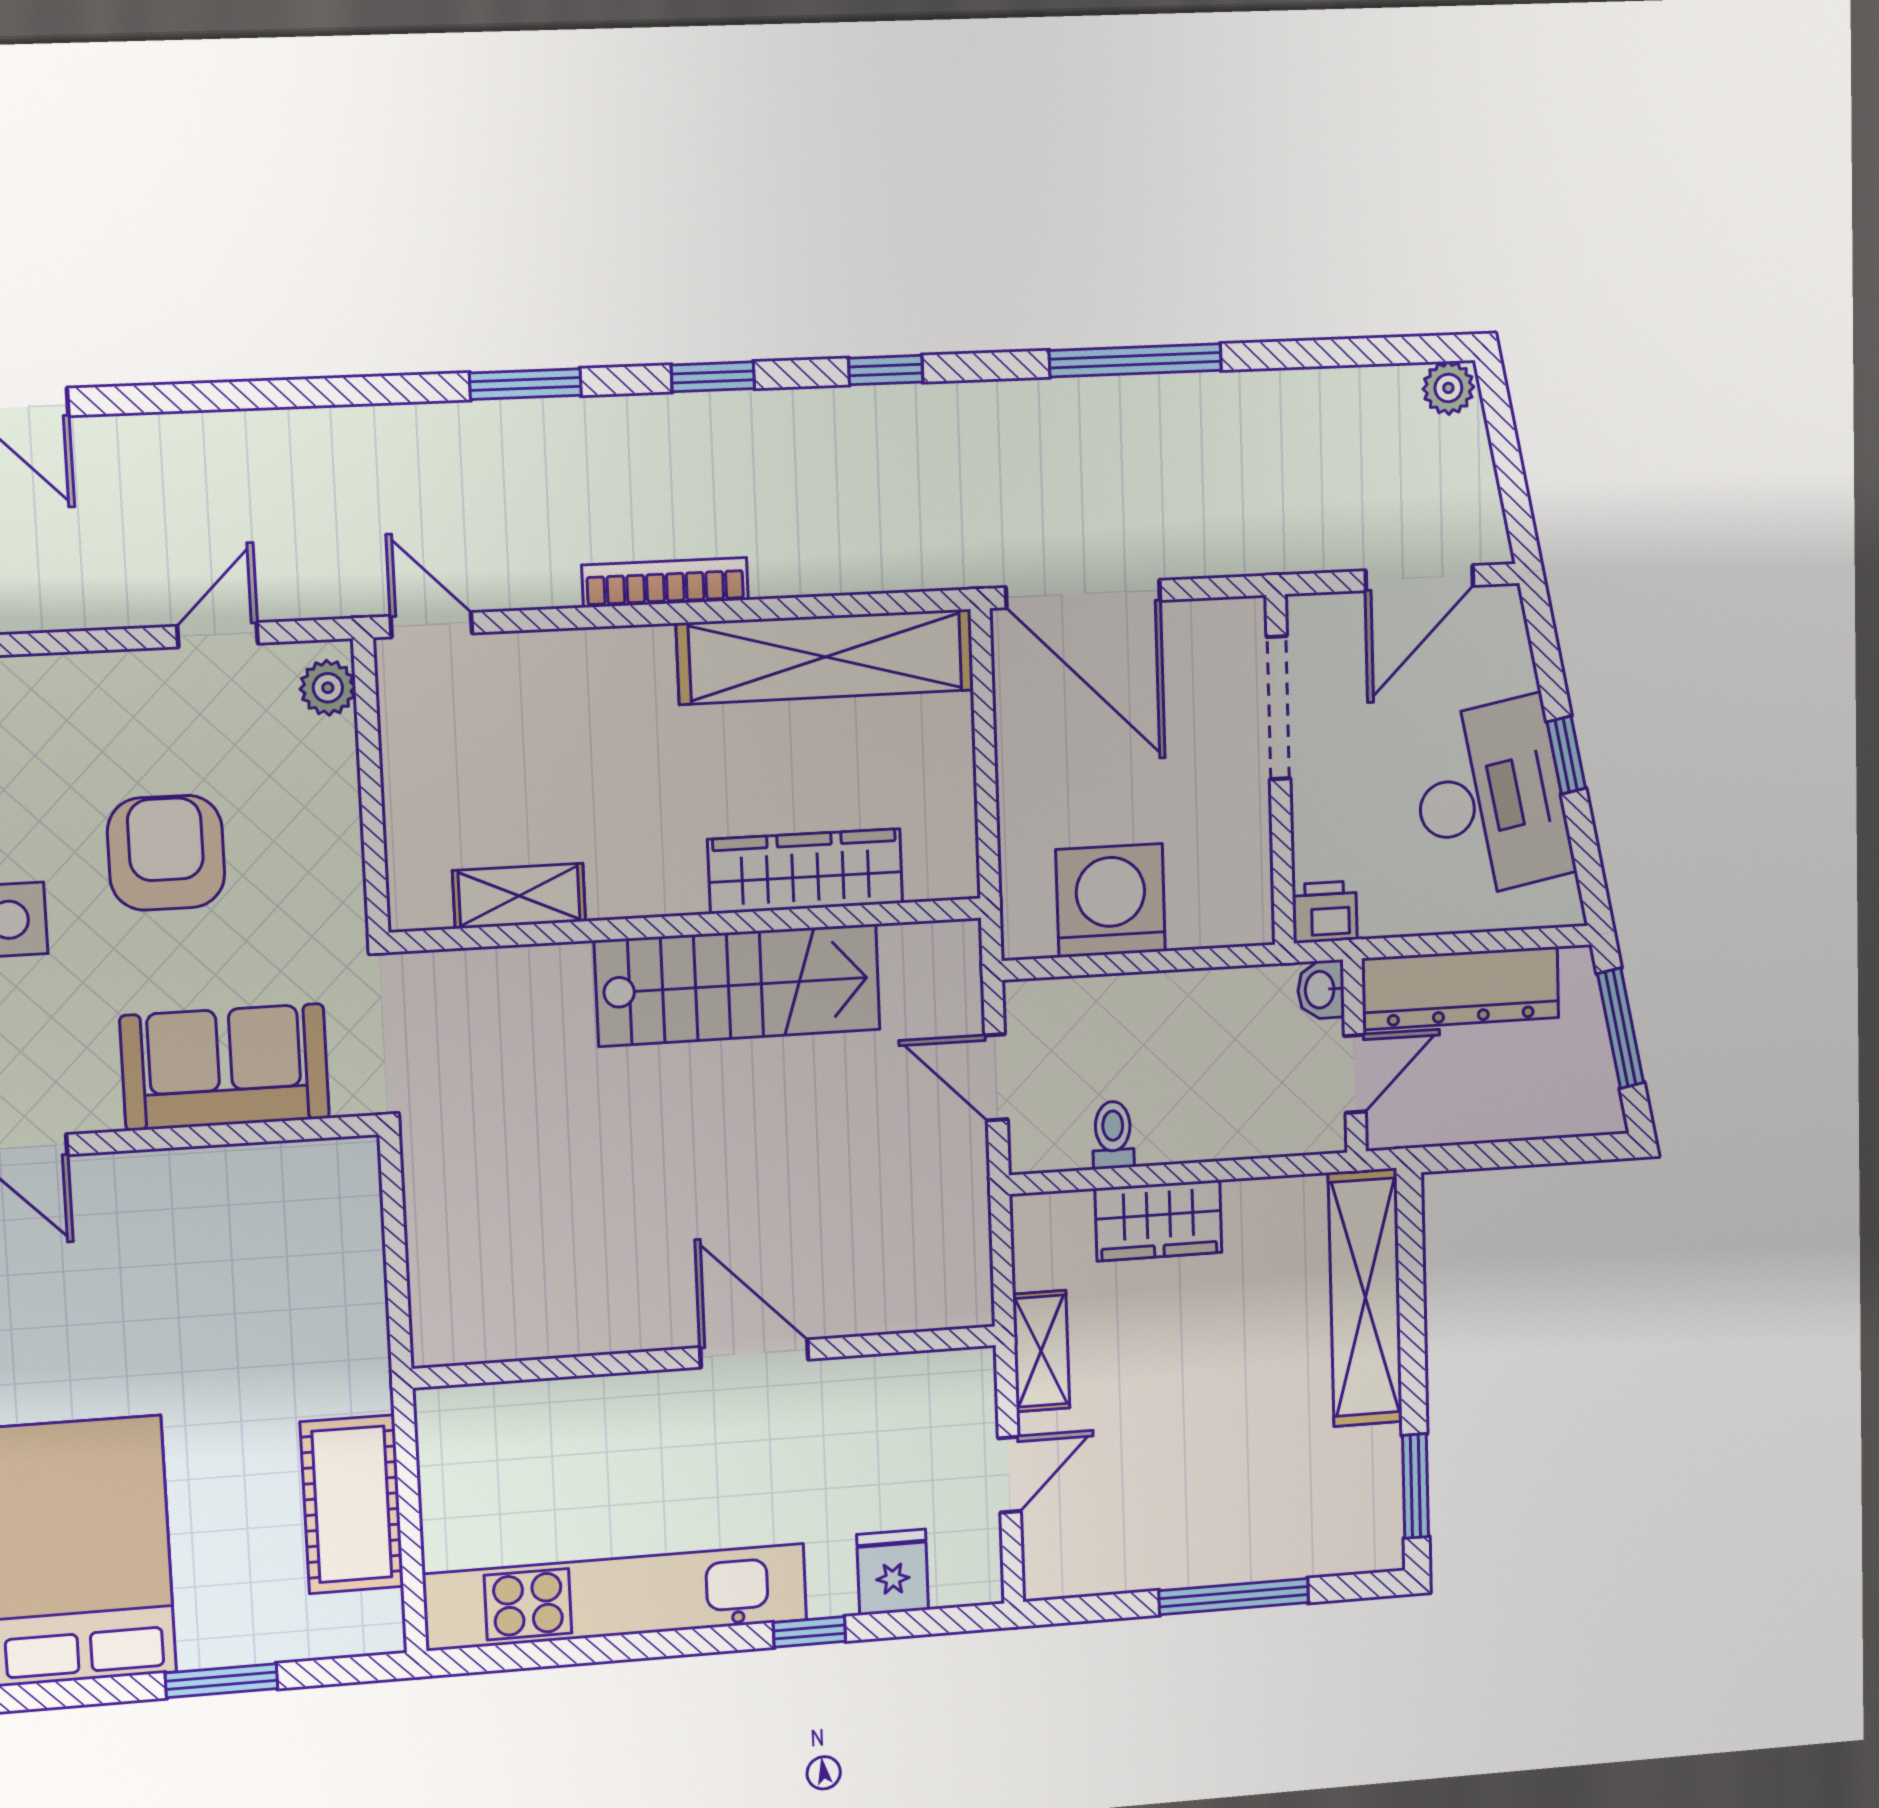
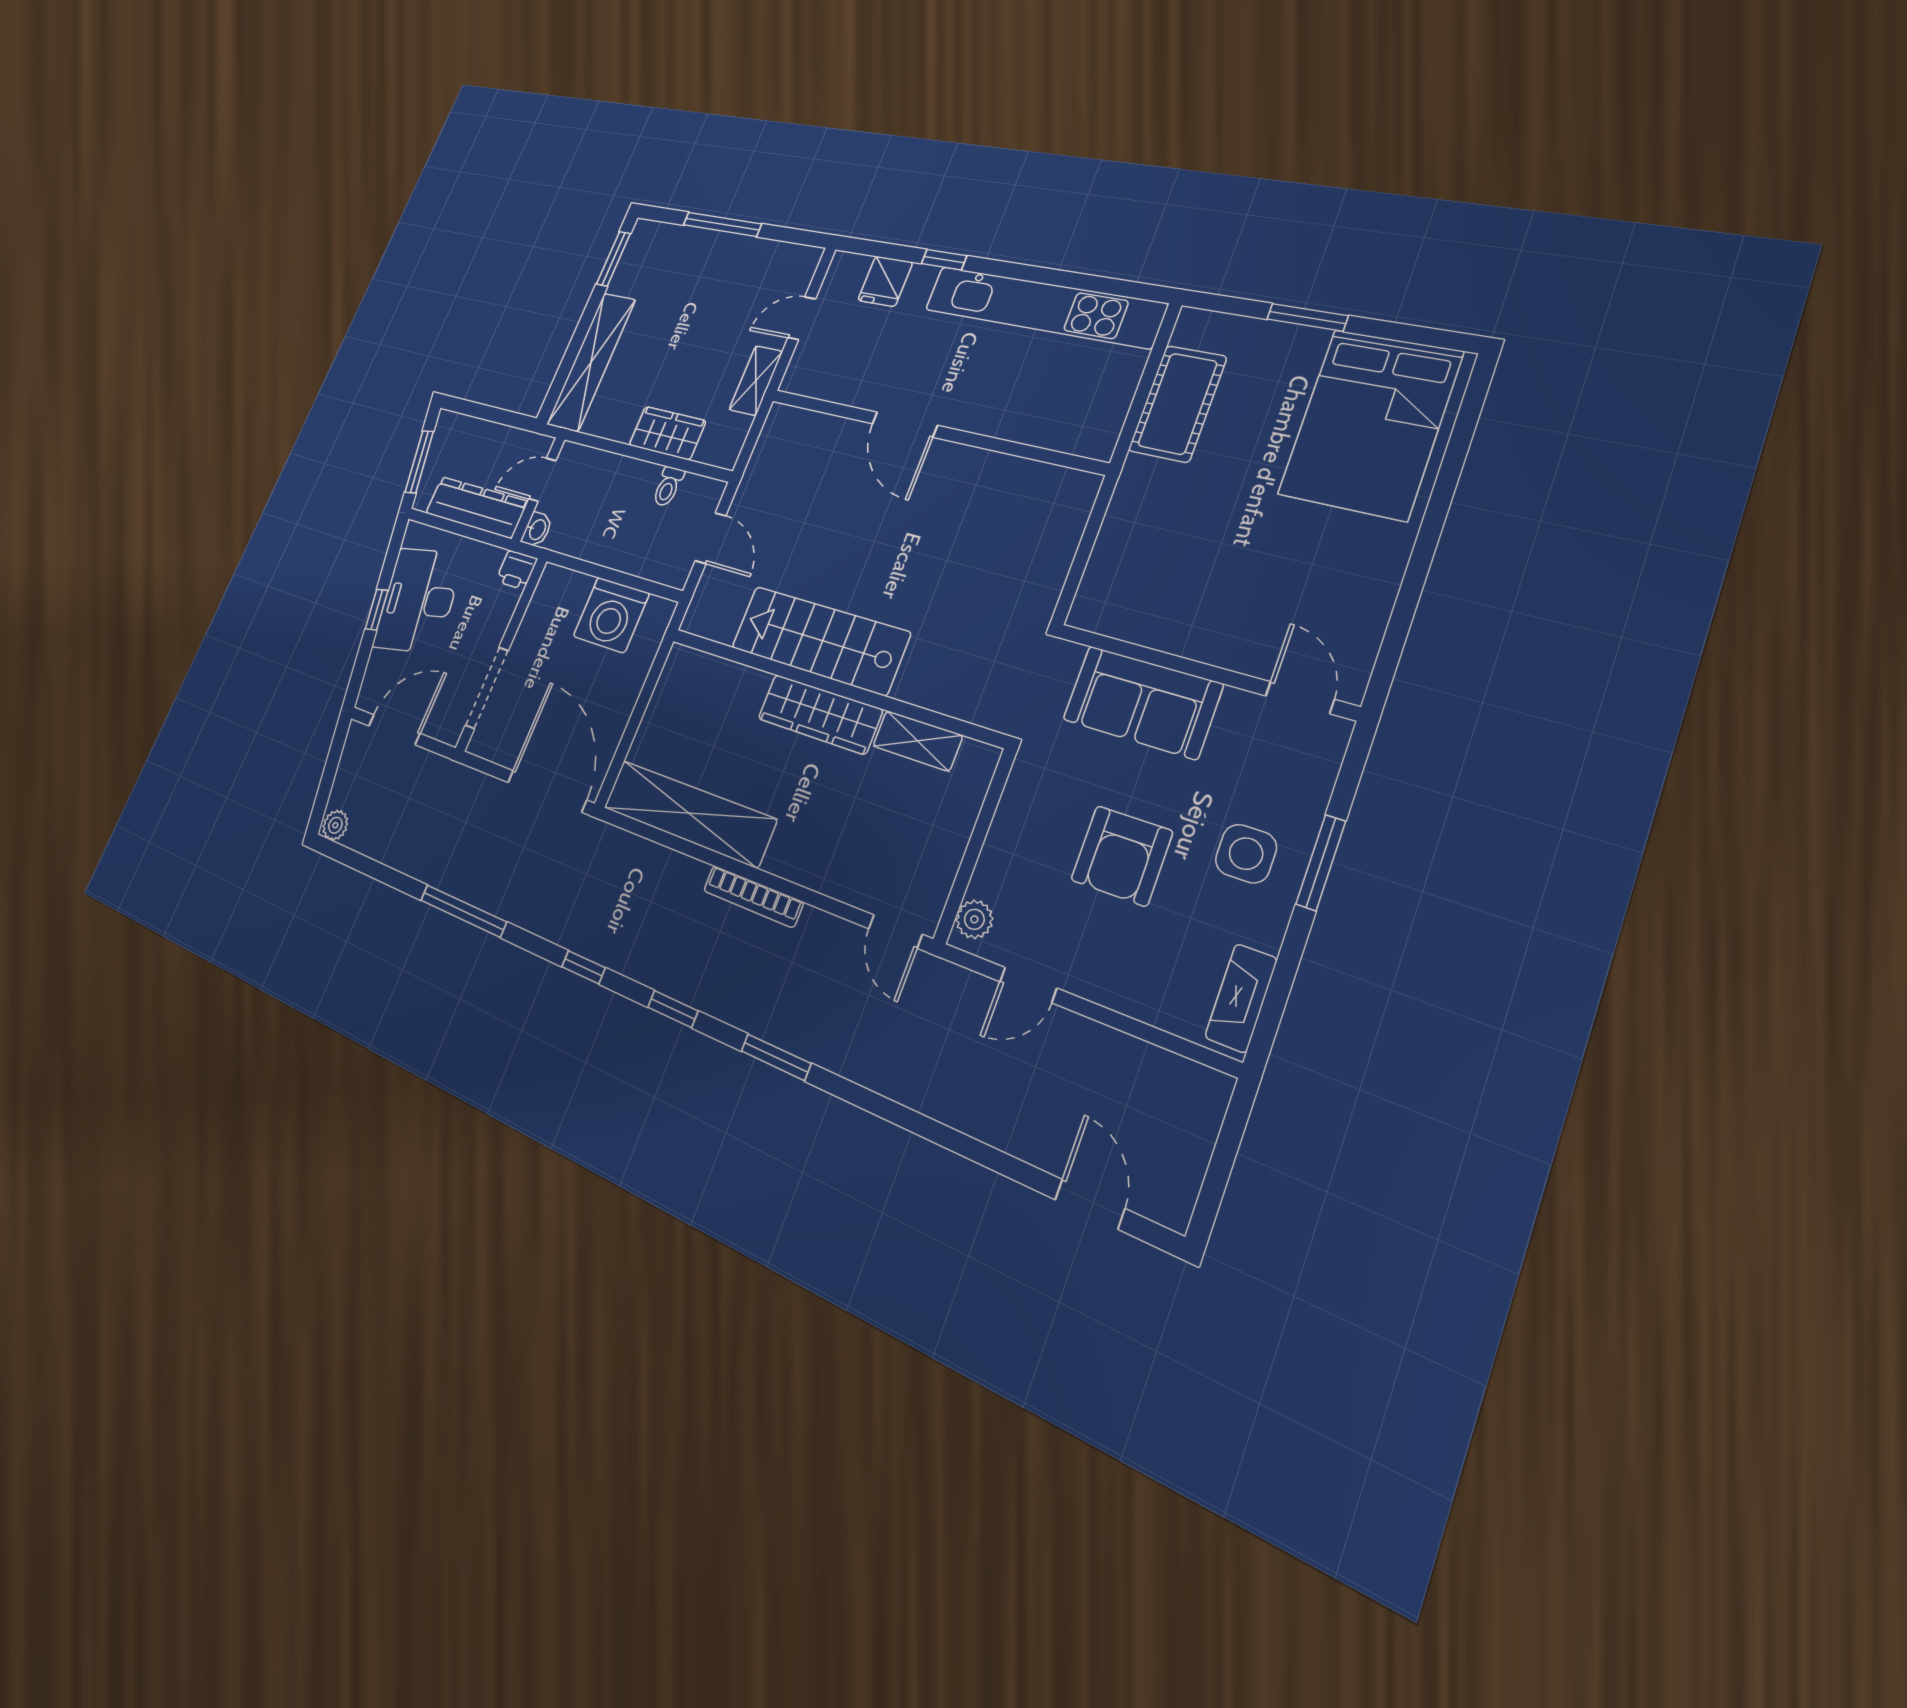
wardrobe: (805, 871) -> (820, 714), moved

